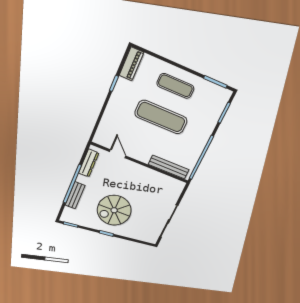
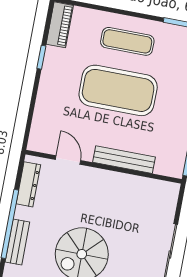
exercise mat: (161, 117) -> (118, 90), width x1.47
bench: (169, 167) -> (124, 160), moved

